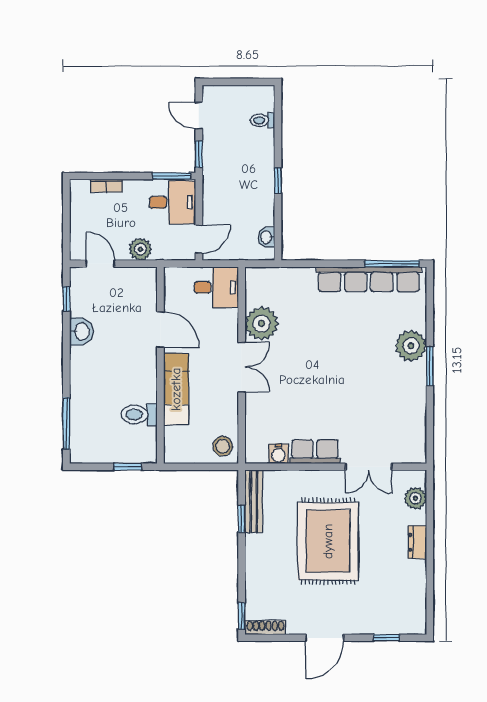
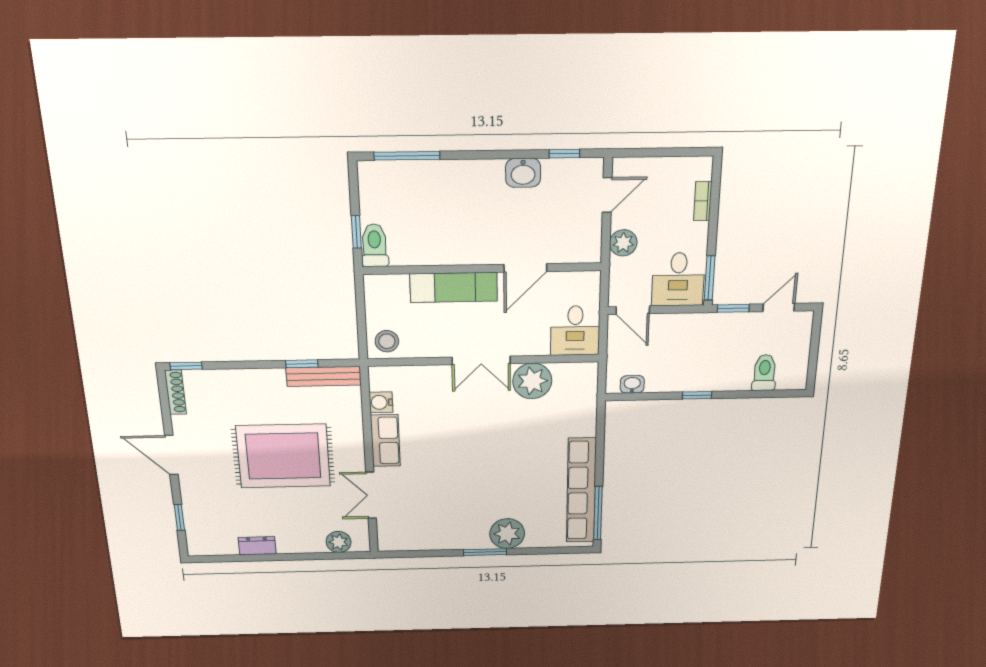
toilet: (263, 120) -> (764, 373), width x1.37, depth x1.39
toilet: (139, 414) -> (375, 245), moved
dresser: (417, 542) -> (257, 546), moved

